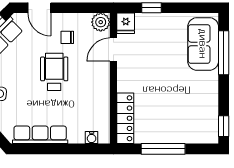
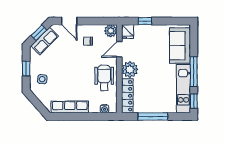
window: (224, 53) -> (194, 72), moved
wheelchair: (54, 72) -> (104, 78), moved
plant: (129, 79) -> (130, 69), added
kitchen unit: (208, 108) -> (183, 89), added

